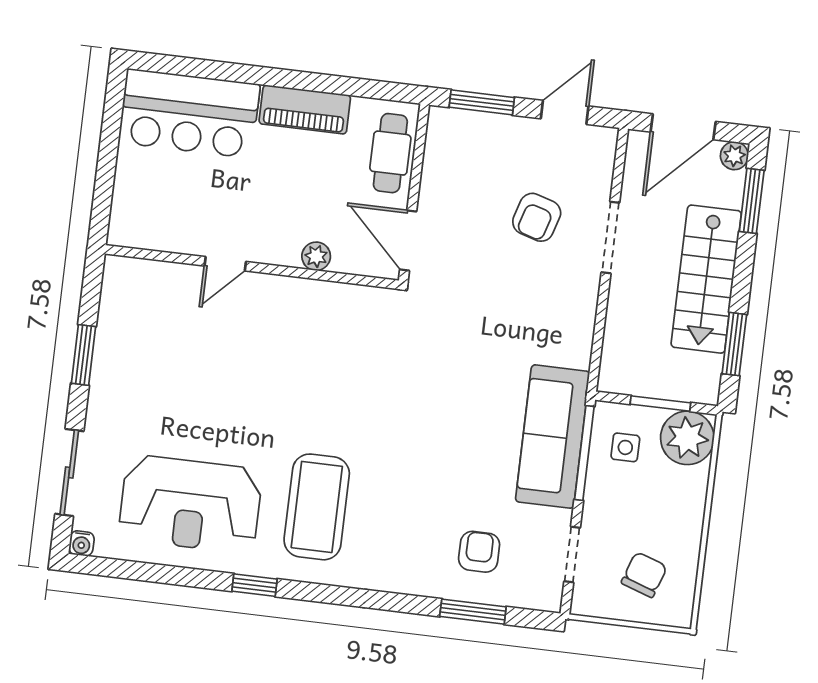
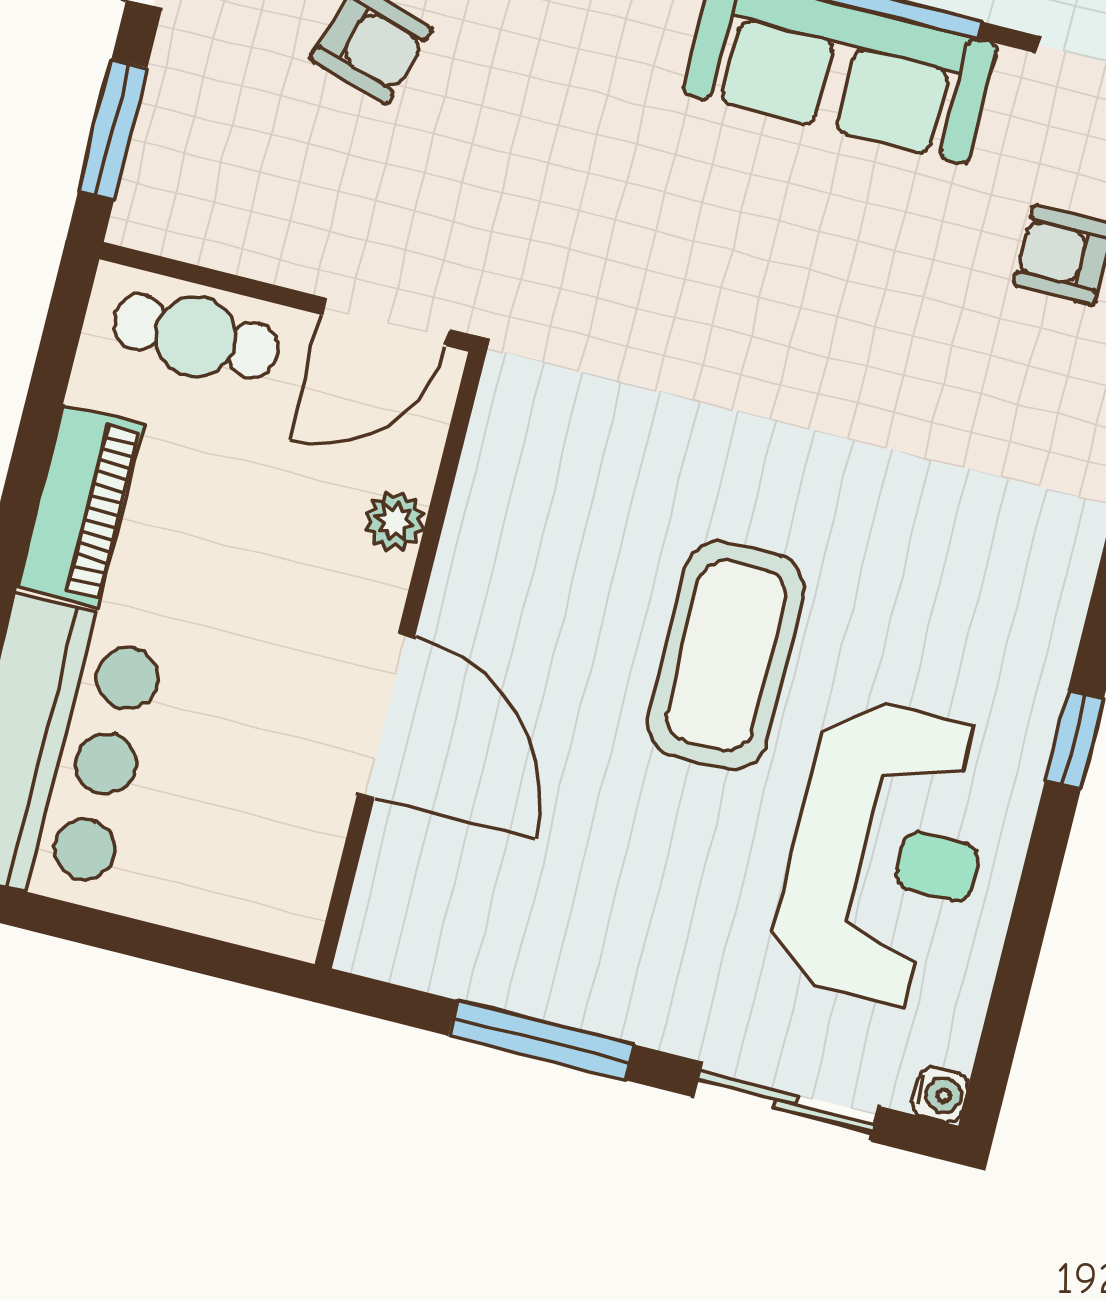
door: (225, 264) -> (386, 716), width x1.88
window: (83, 355) -> (541, 1040), width x1.44
coffee table: (317, 507) -> (726, 655), moved, turned 90

